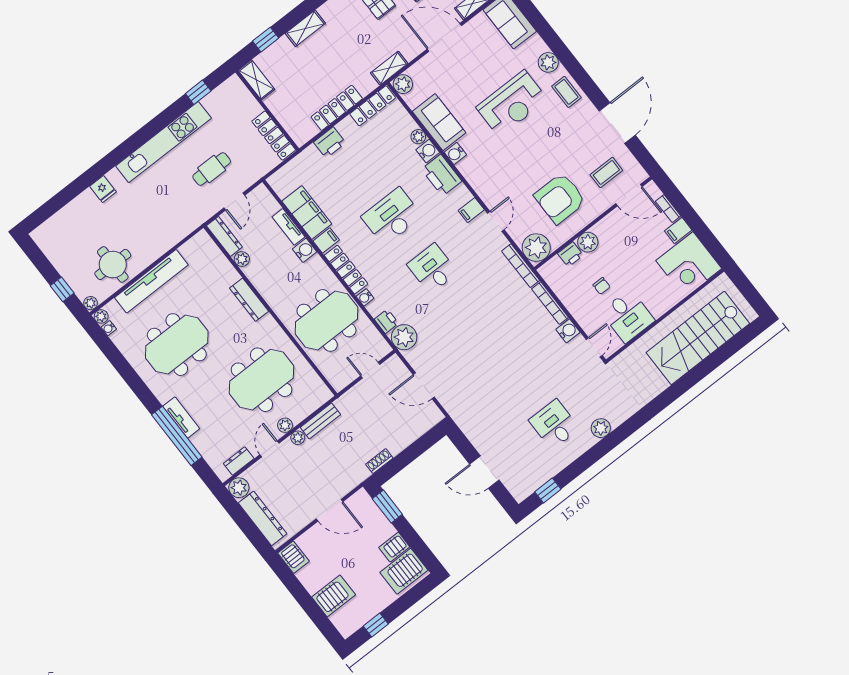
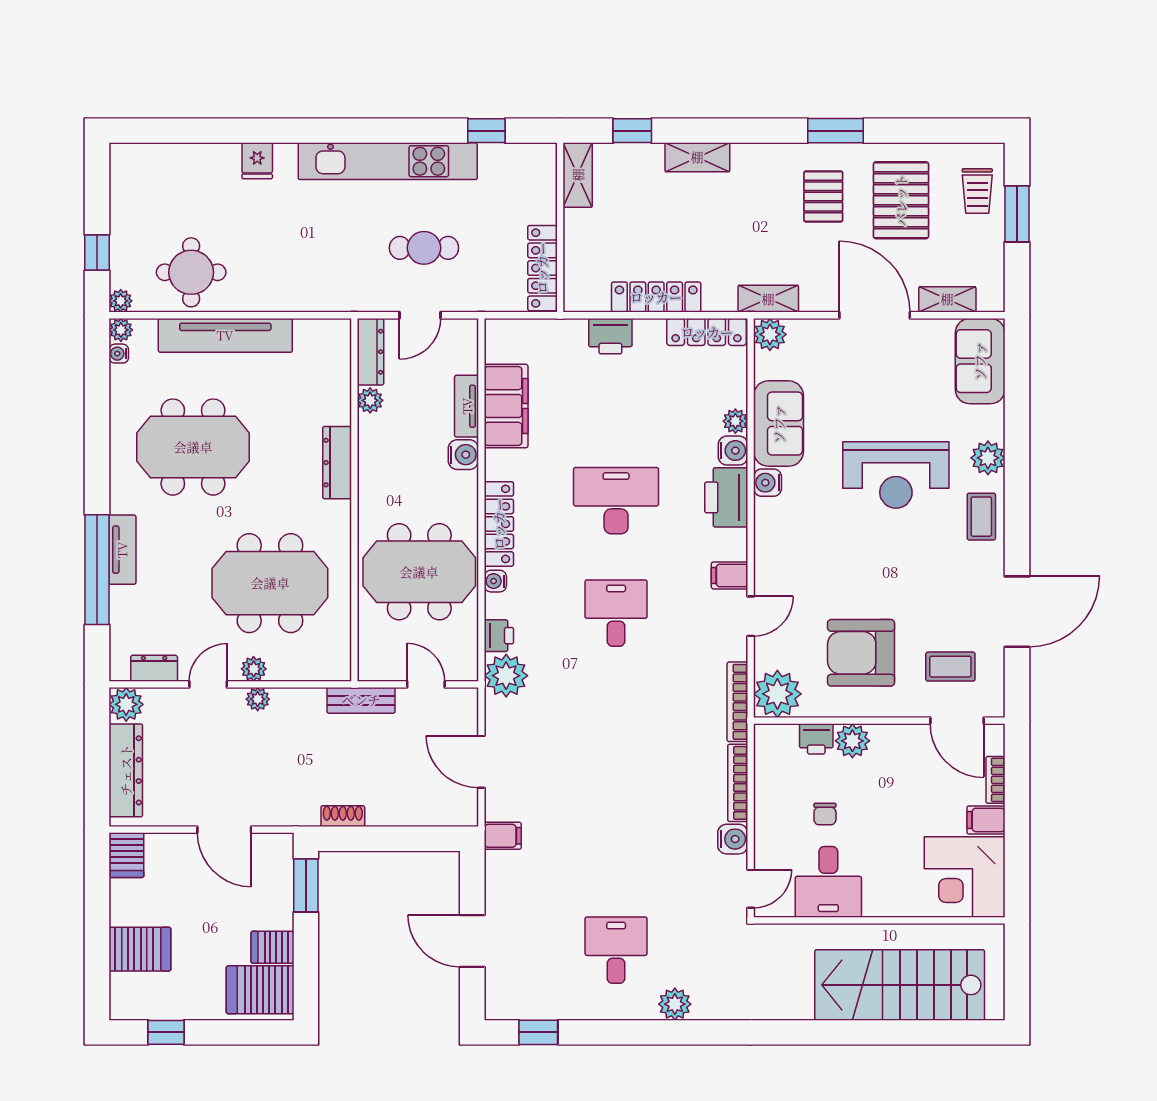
filing cabinet: (326, 240) -> (503, 836), moved
bench: (320, 421) -> (361, 700), moved

